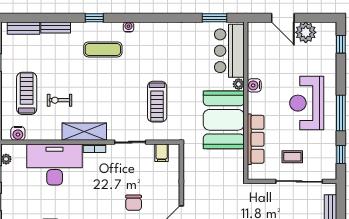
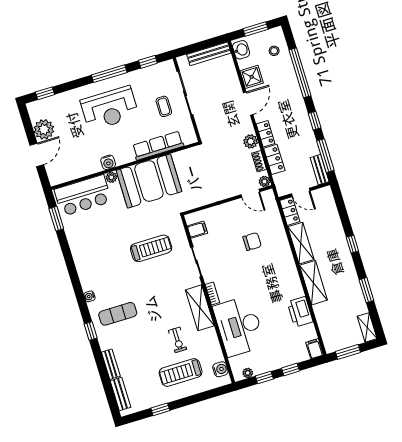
exercise mat: (103, 49) -> (118, 314), turned 90

